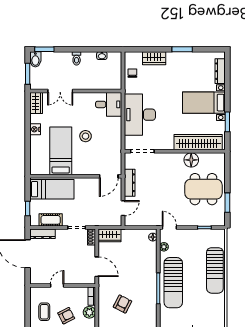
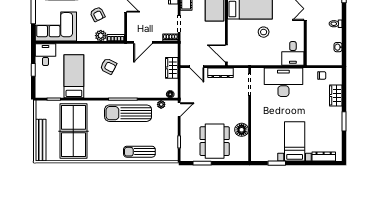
wardrobe: (198, 142) -> (258, 136), removed
wardrobe: (109, 235) -> (172, 68), moved
sun lounger: (215, 270) -> (139, 152), width x0.73, depth x0.75

